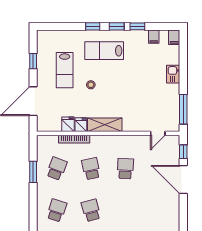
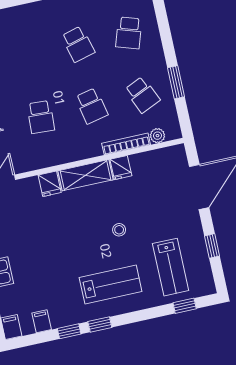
window: (93, 26) -> (185, 306), moved
lab bench: (65, 70) -> (171, 267), moved, turned 180
fridge: (68, 124) -> (50, 184), moved
plant: (53, 140) -> (157, 136), added
school desk: (57, 169) -> (142, 95), turned -45

